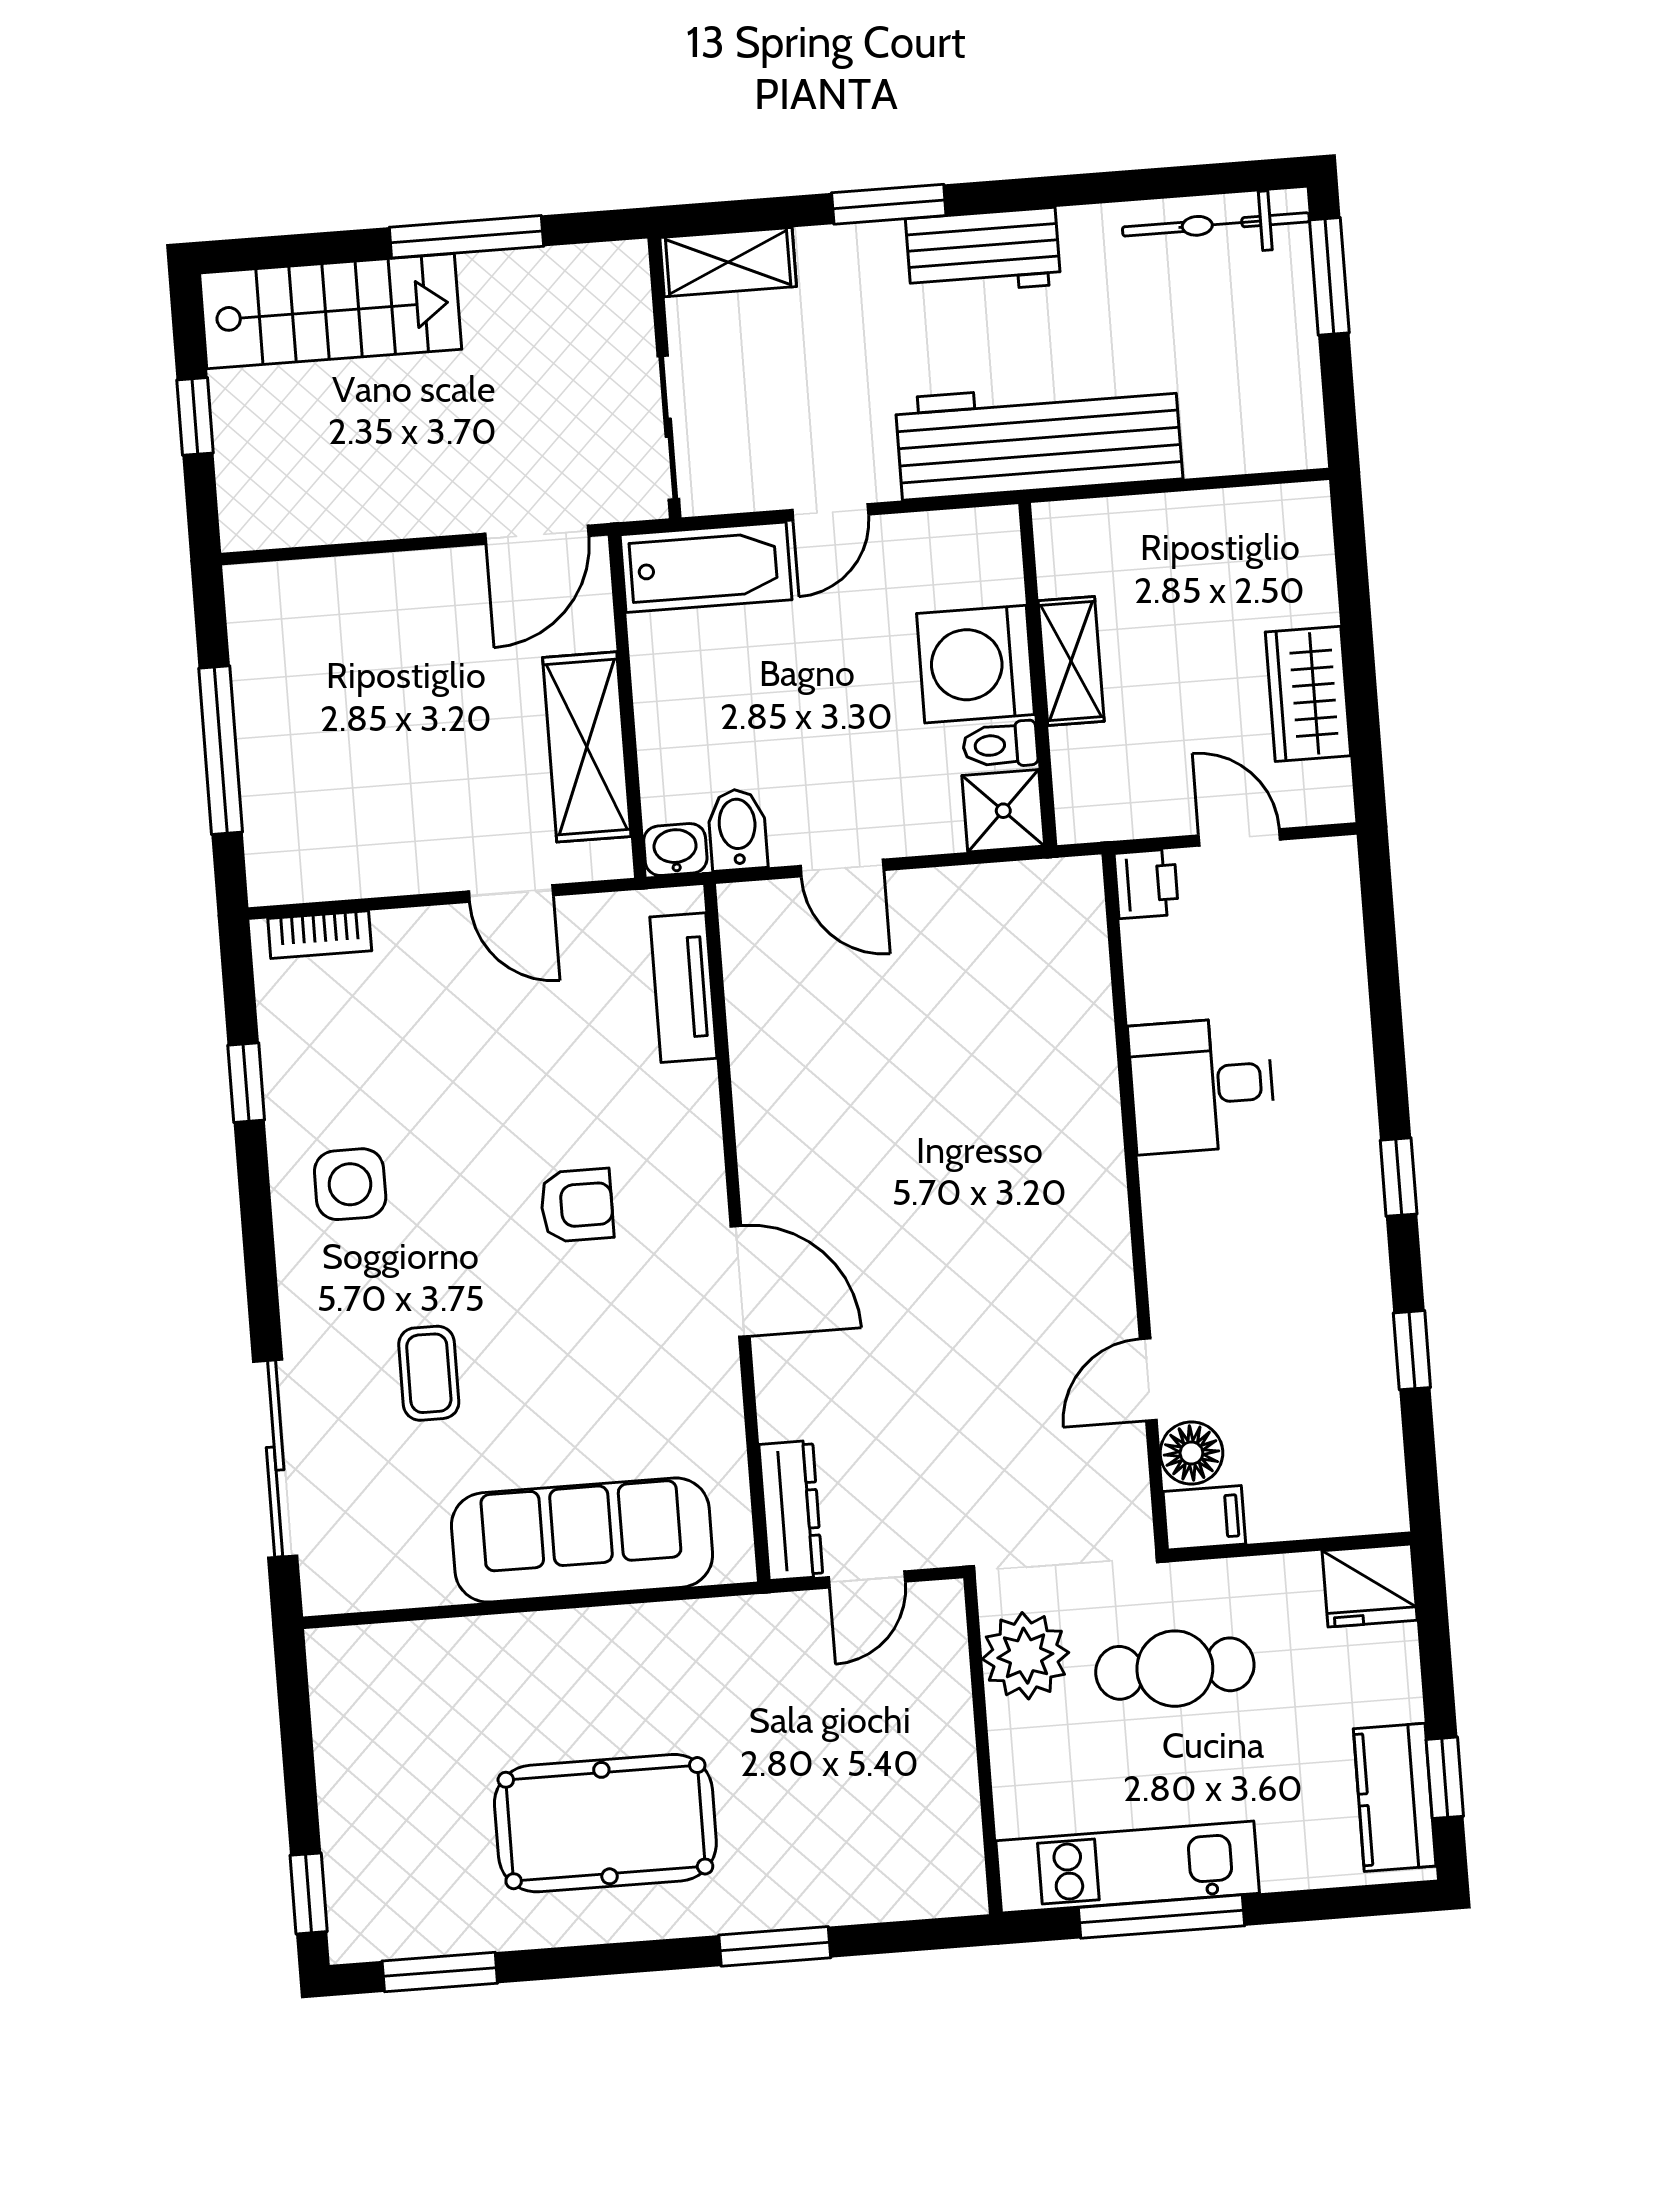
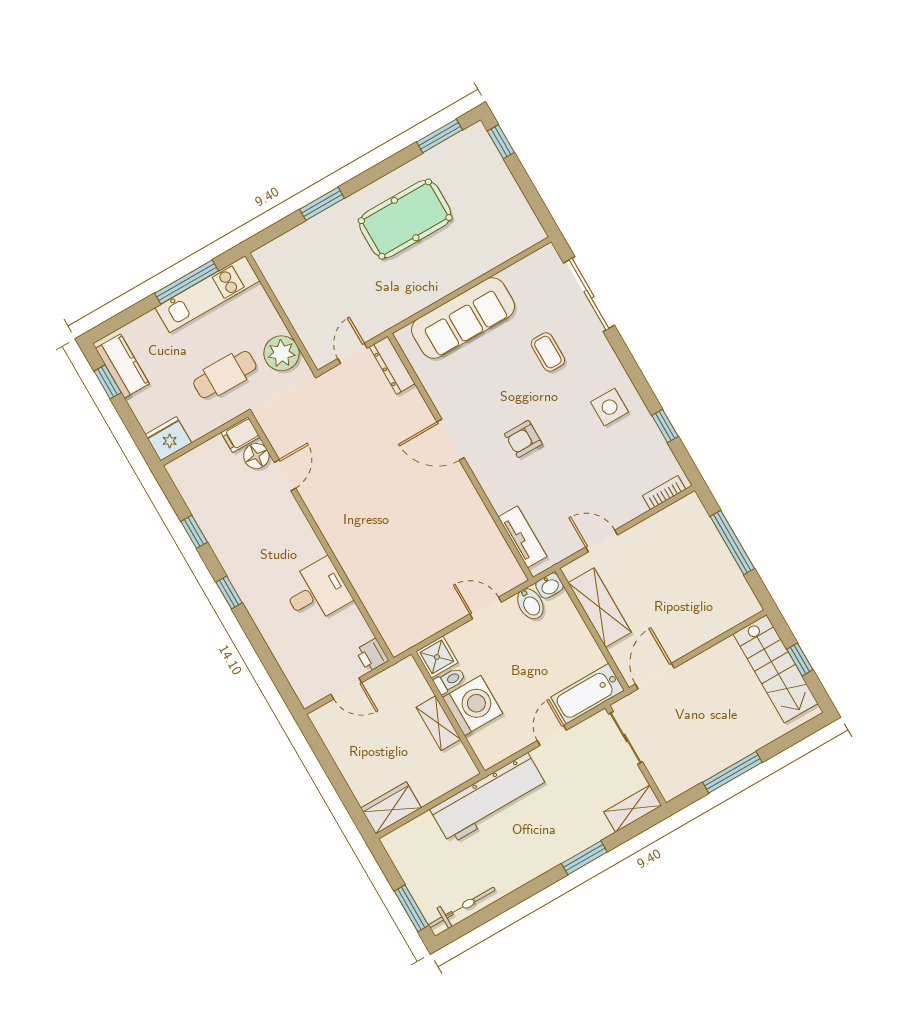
workbench: (983, 251) -> (542, 857), removed
stairs: (331, 311) -> (776, 669), moved, turned -90
wardrobe: (1308, 694) -> (391, 808), moved, turned -90

